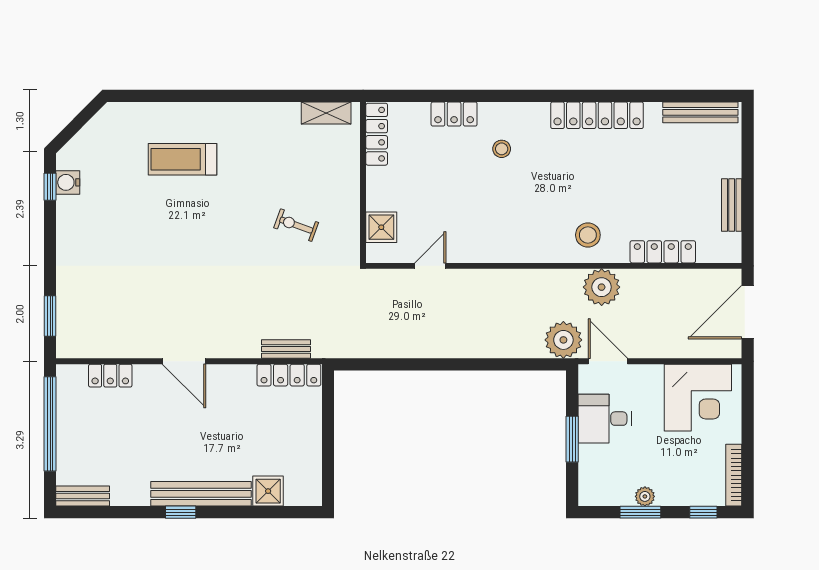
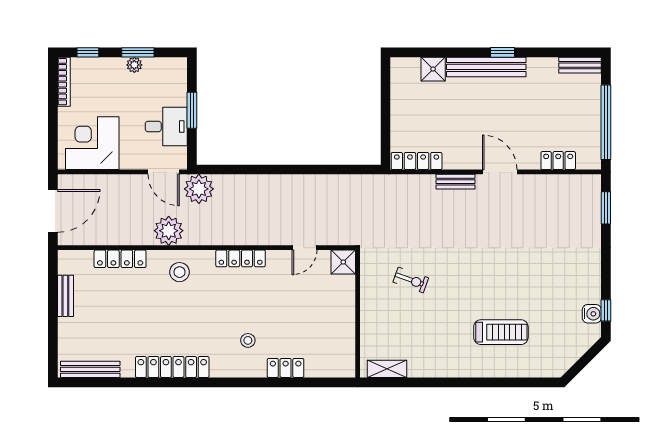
locker: (377, 134) -> (241, 258), moved, turned -90
shower: (381, 227) -> (343, 262), moved
bench: (286, 349) -> (456, 182), moved

